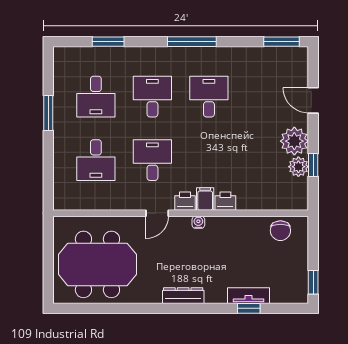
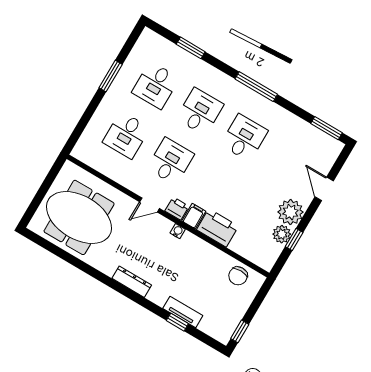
printer: (225, 201) -> (218, 228), width x1.87, depth x1.48

